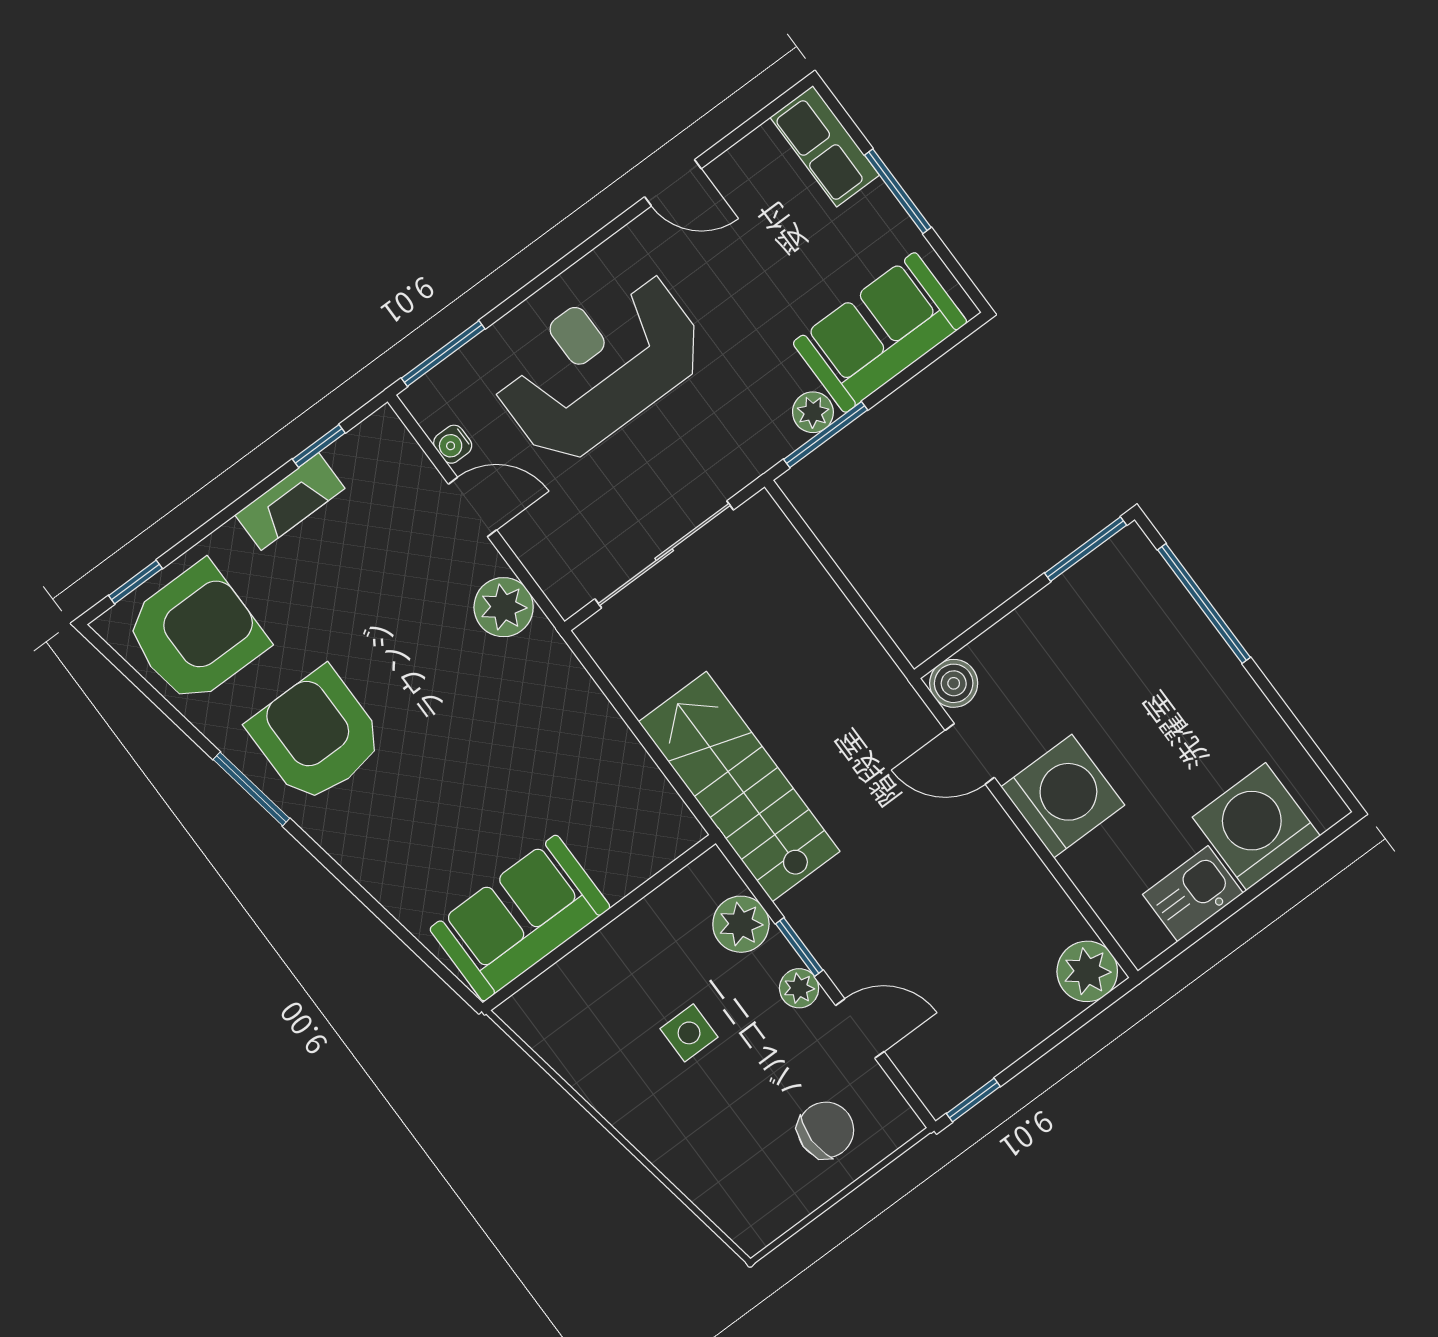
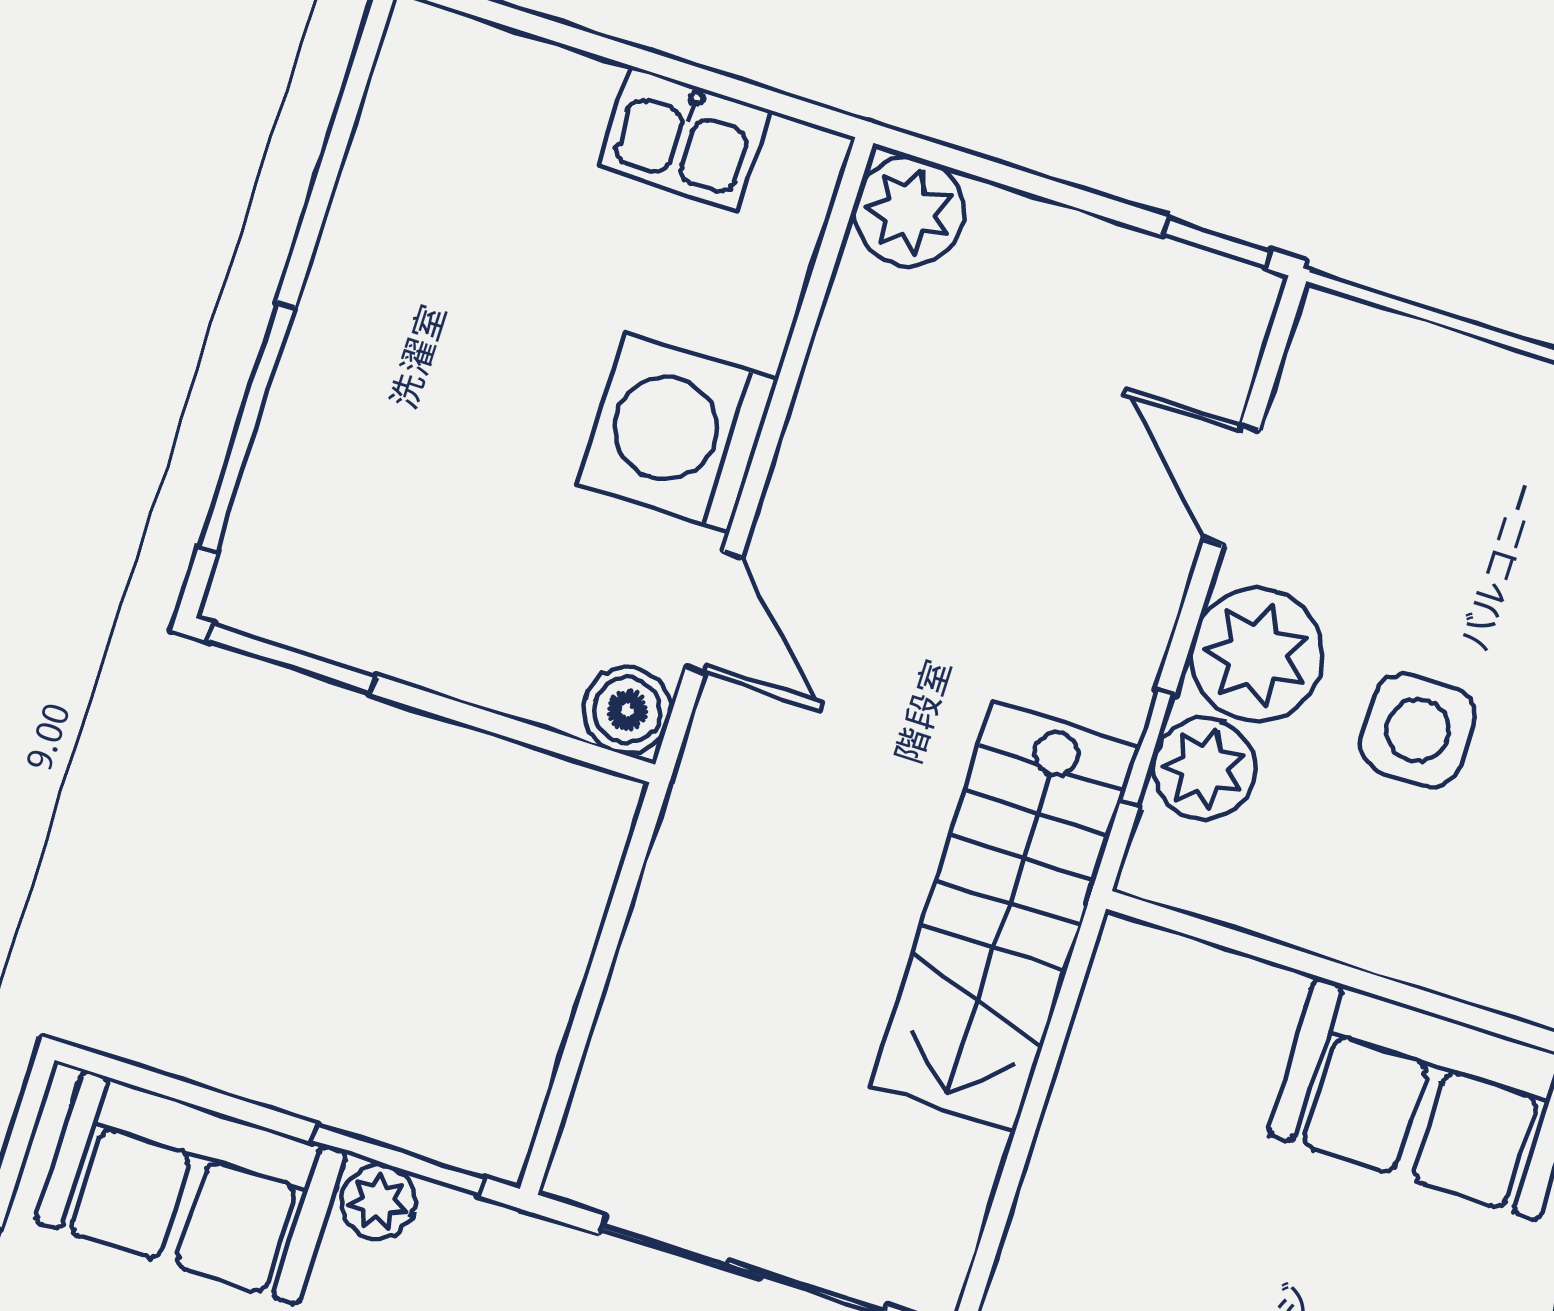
washing machine: (1256, 827) -> (519, 116), removed
window: (799, 947) -> (1148, 747), moved
plant: (799, 988) -> (1257, 655), width x1.88, depth x1.88
side table: (689, 1033) -> (1418, 730), width x1.37, depth x1.37
chair: (826, 1130) -> (1416, 427), removed

